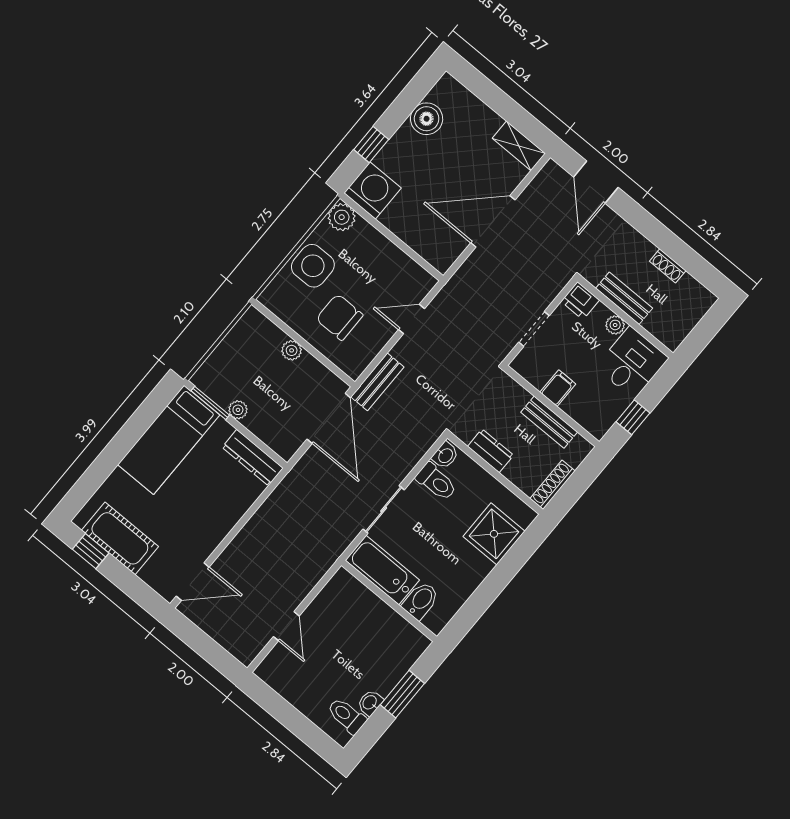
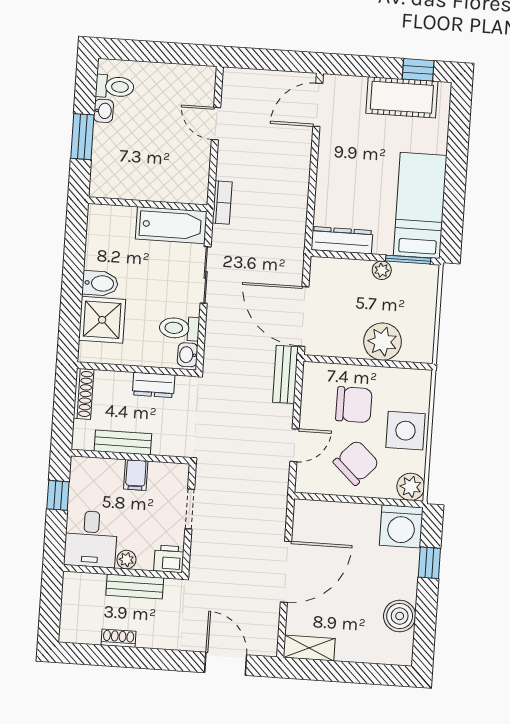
chair: (372, 269) -> (356, 463), added
plant: (292, 350) -> (382, 342), width x1.88, depth x1.88
bookcase: (328, 559) -> (222, 203), added
bidet: (421, 601) -> (100, 283), moved, turned -90

